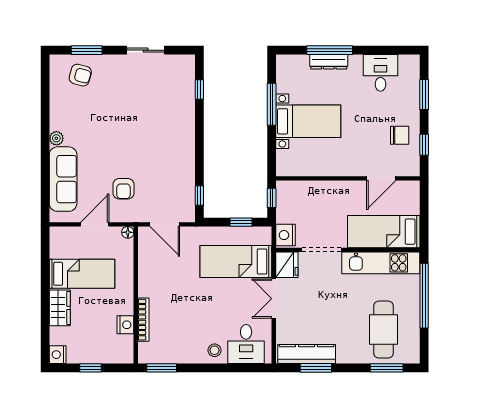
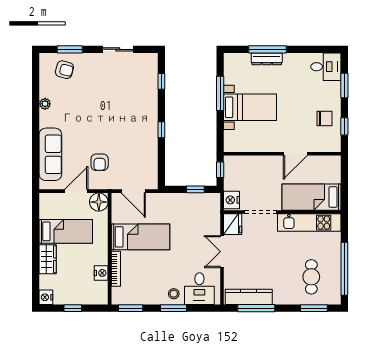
desk: (380, 73) -> (326, 67), moved, turned 90
plant: (56, 138) -> (45, 104), moved
door: (381, 178) -> (295, 154), moved
window: (199, 196) -> (161, 130), moved
floor lamp: (128, 232) -> (99, 202), width x1.89, depth x1.89
bed: (236, 262) -> (140, 237), moved, turned 180
window: (424, 296) -> (344, 269), moved
cafe table: (383, 330) -> (311, 277), width x0.73, depth x0.74
window: (214, 368) -> (173, 308), added
window: (316, 368) -> (256, 308), width x1.44

